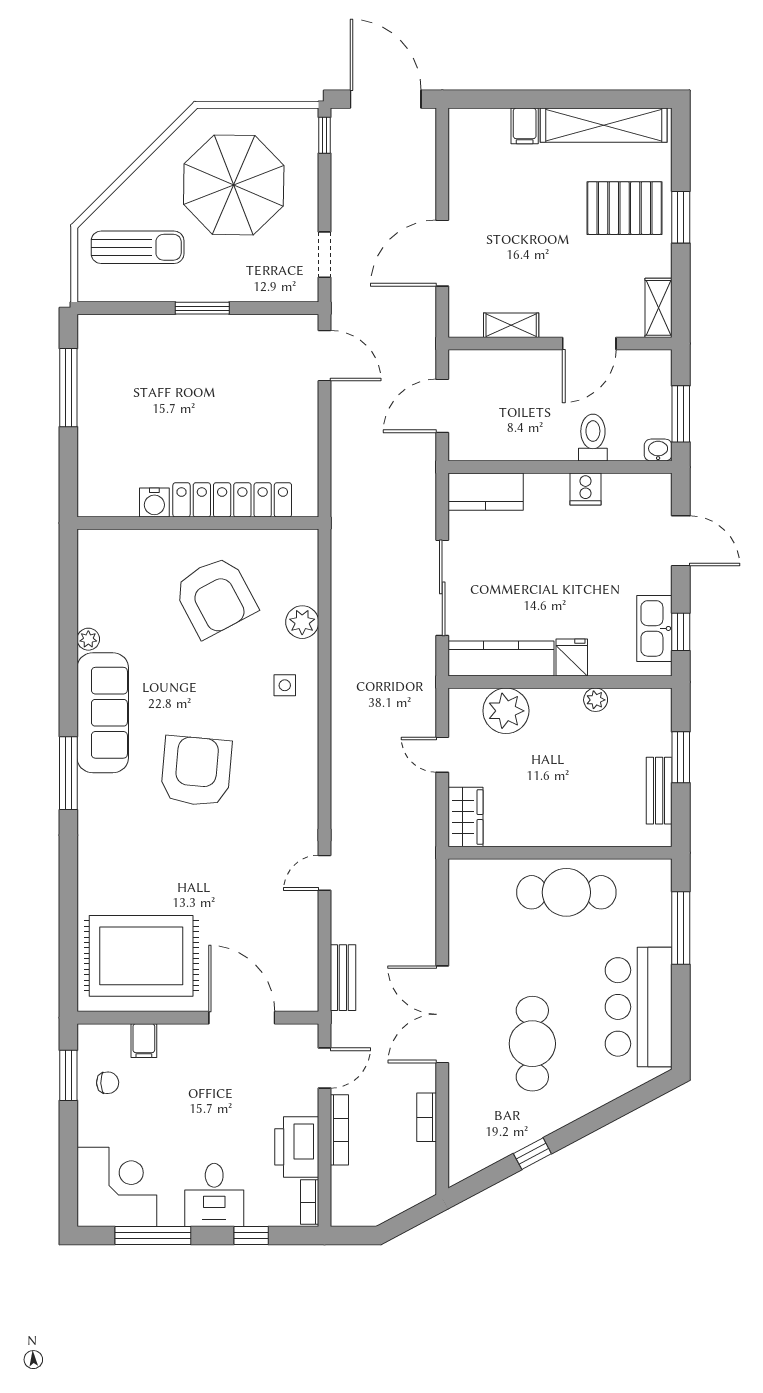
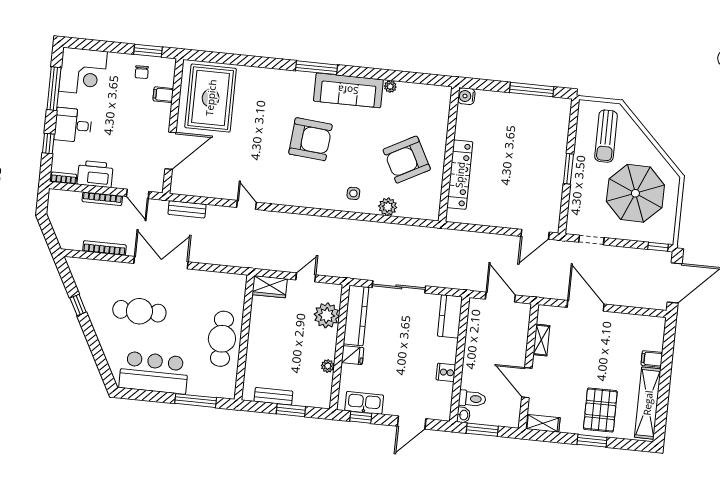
toilet: (593, 438) -> (472, 399), moved
water cooler: (154, 503) -> (466, 96), moved
bookcase: (427, 1117) -> (104, 248), width x1.56

